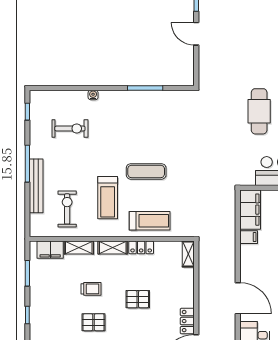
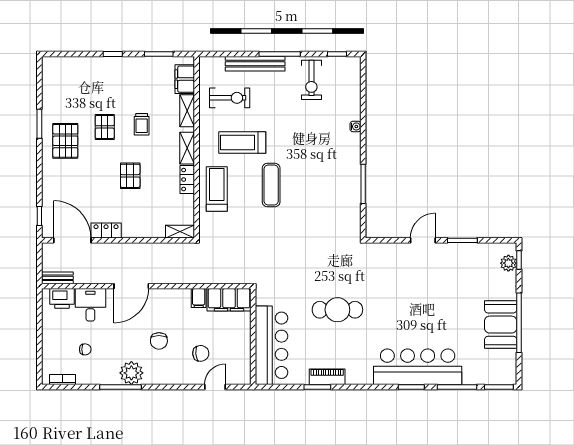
exercise bike: (70, 128) -> (311, 80), moved
treadmill: (150, 221) -> (217, 189), turned 180

